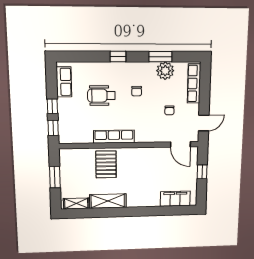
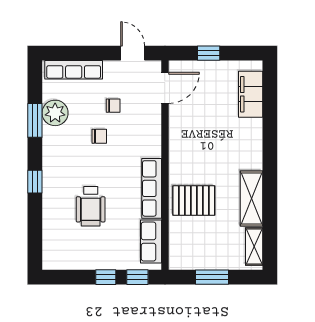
row of seats: (64, 82) -> (151, 242), moved, turned -90
chair: (137, 91) -> (99, 136), moved

